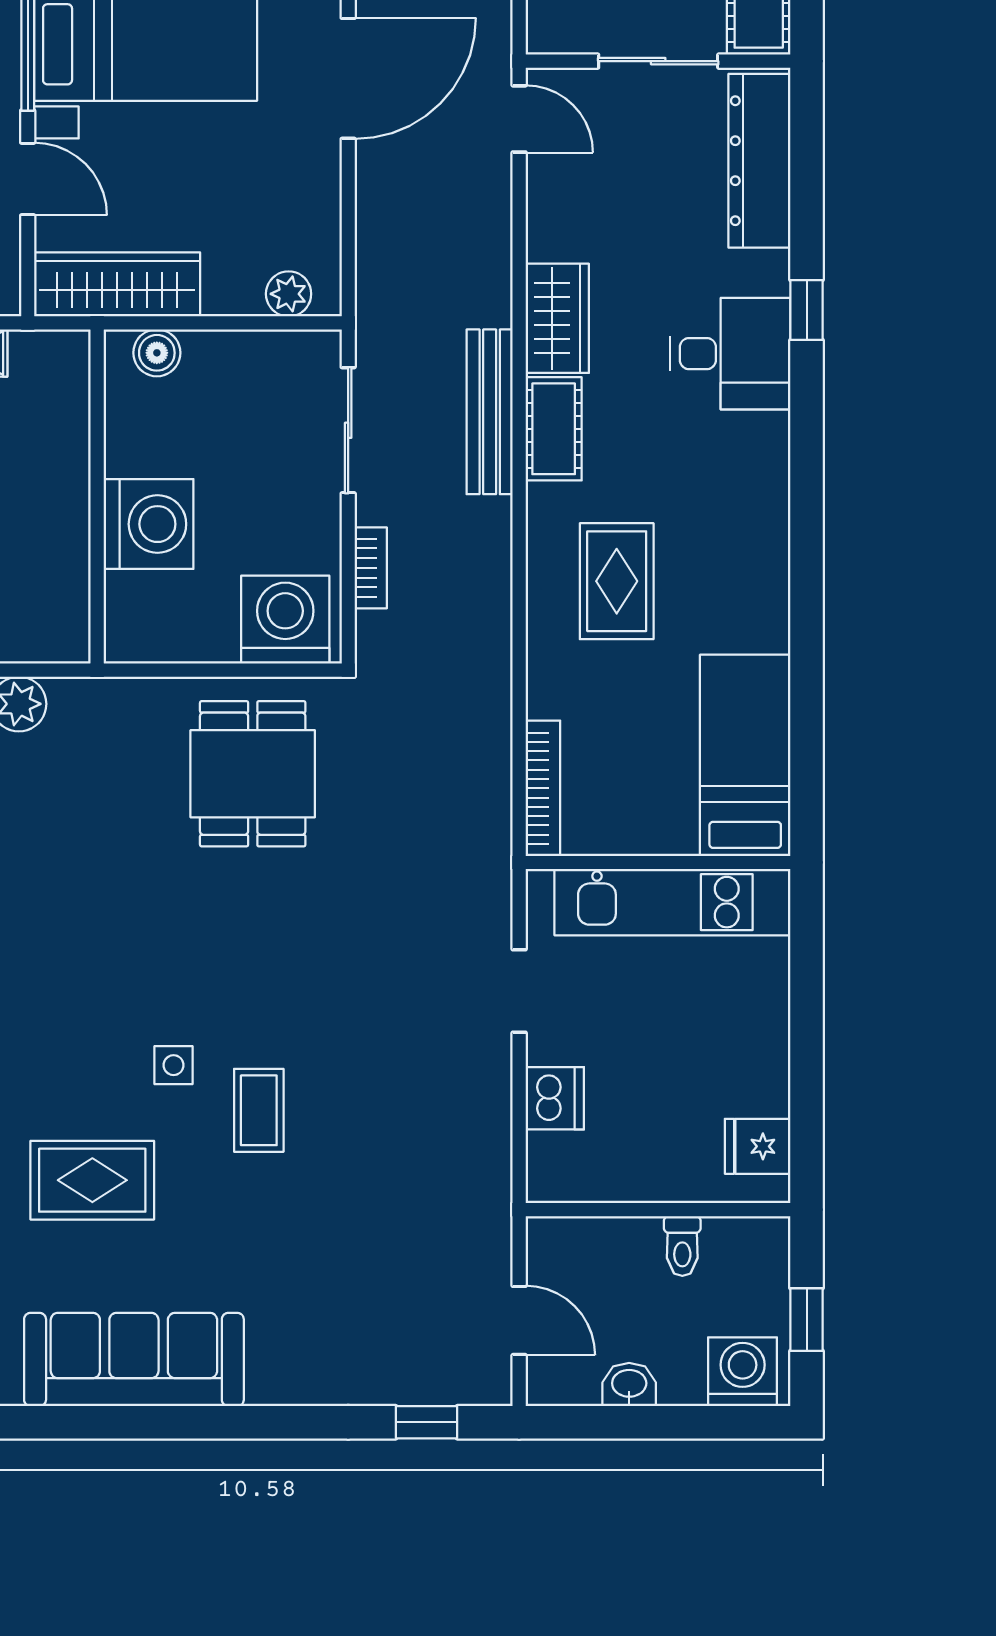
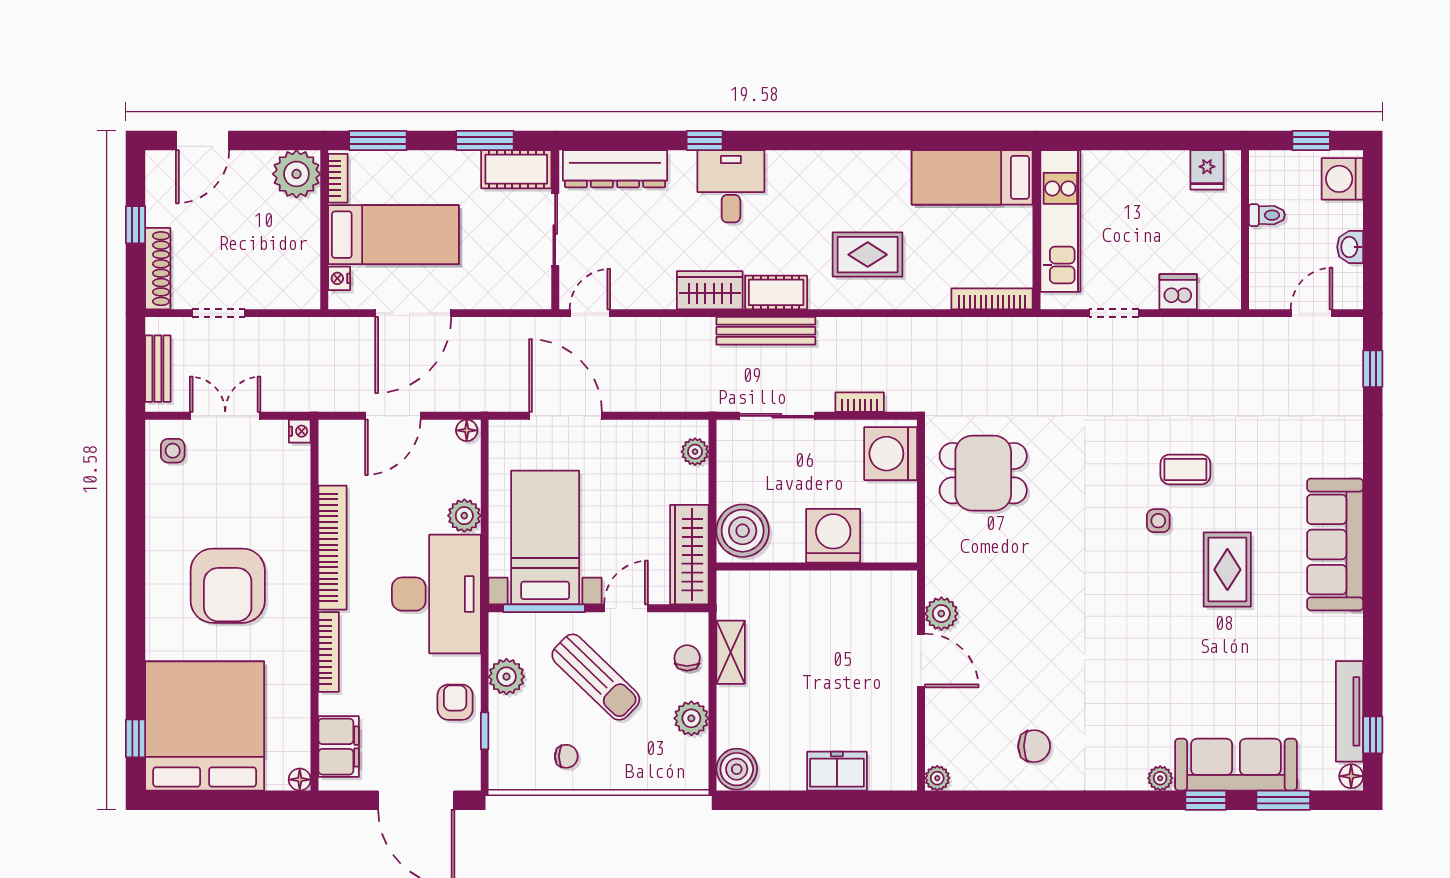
boiler: (157, 353) -> (743, 531), width x1.86, depth x1.86

